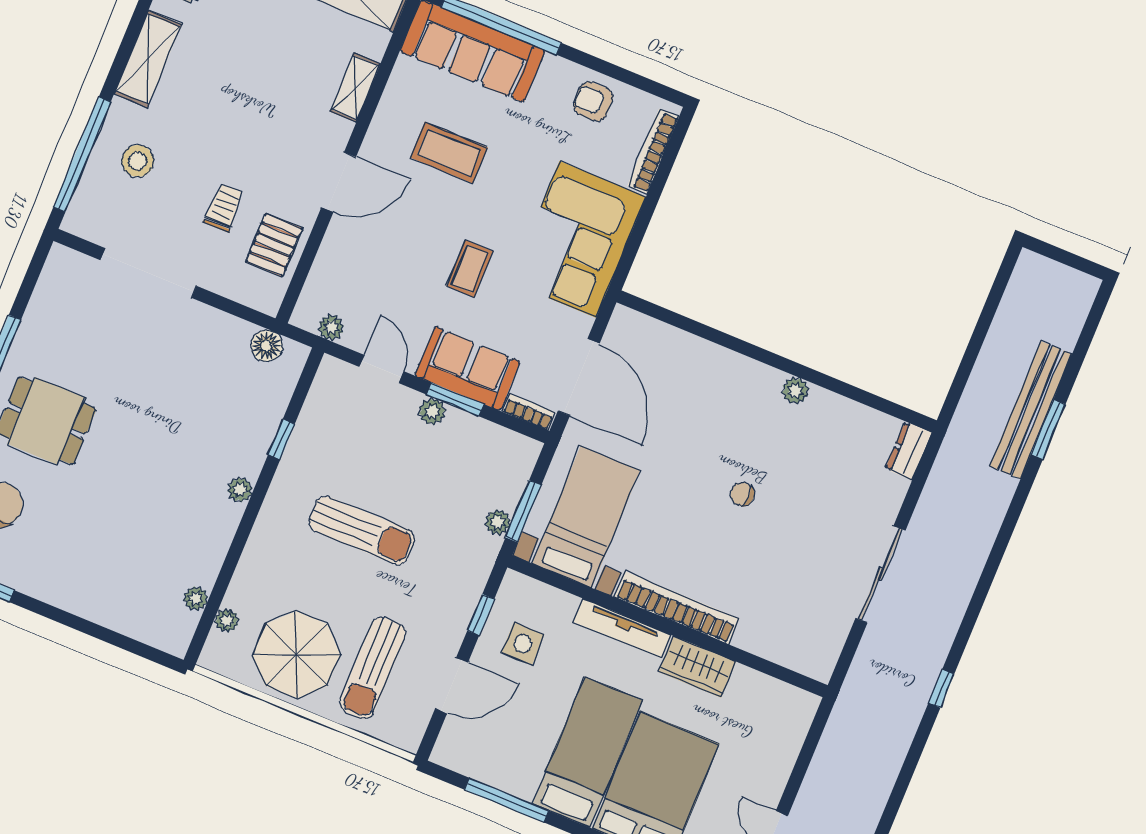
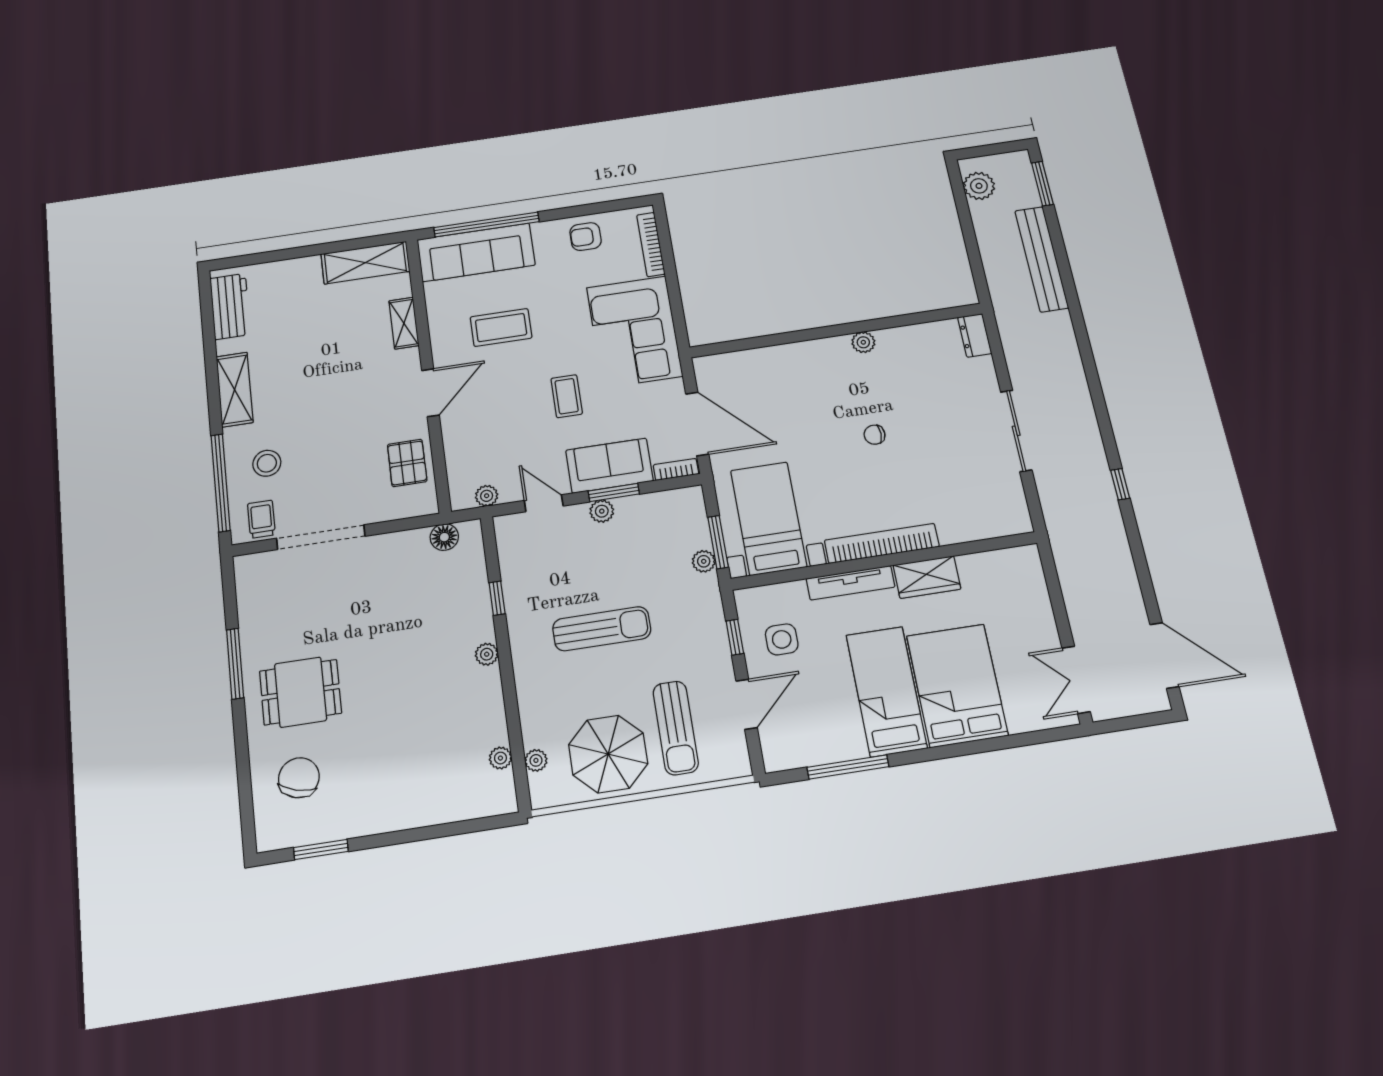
trolley: (224, 208) -> (261, 519), moved
plant: (1025, 291) -> (979, 186), added
window: (1048, 429) -> (1042, 184), moved

